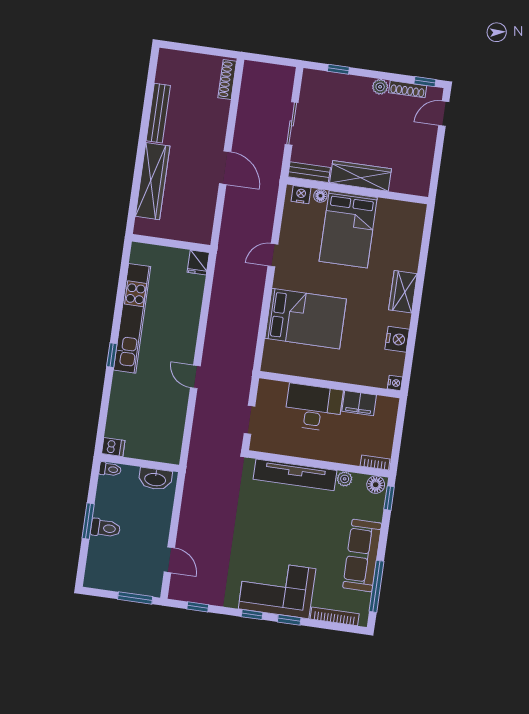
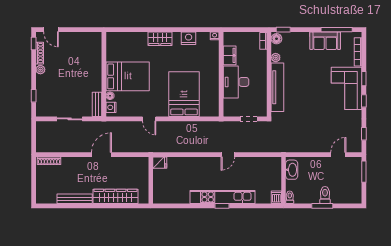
wardrobe: (361, 176) -> (95, 74), removed
kitchen unit: (132, 318) -> (222, 197), moved
sofa: (362, 556) -> (325, 41), width x0.73

